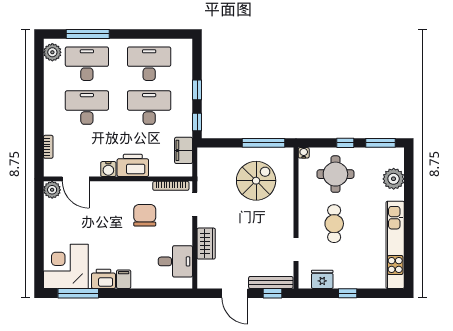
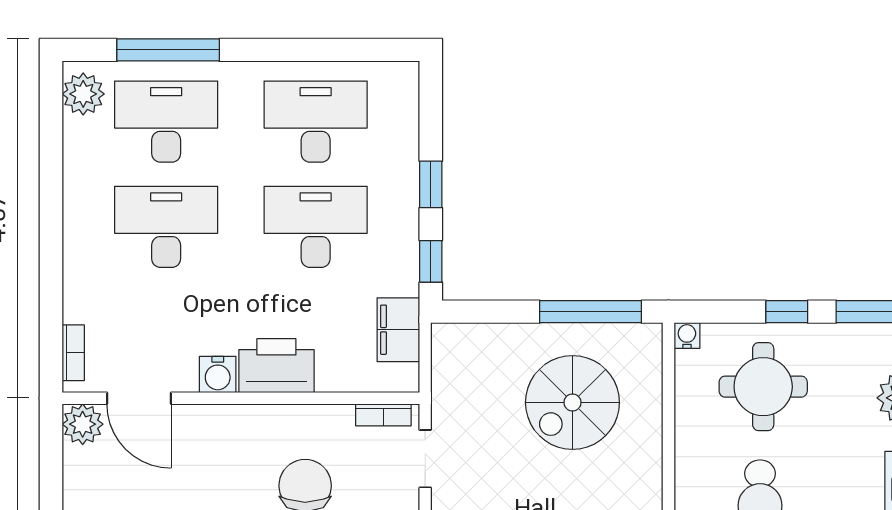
bookcase: (48, 147) -> (73, 353), moved
spiral stairs: (256, 181) -> (572, 402), turned 180
bookcase: (171, 186) -> (383, 415), width x0.64

